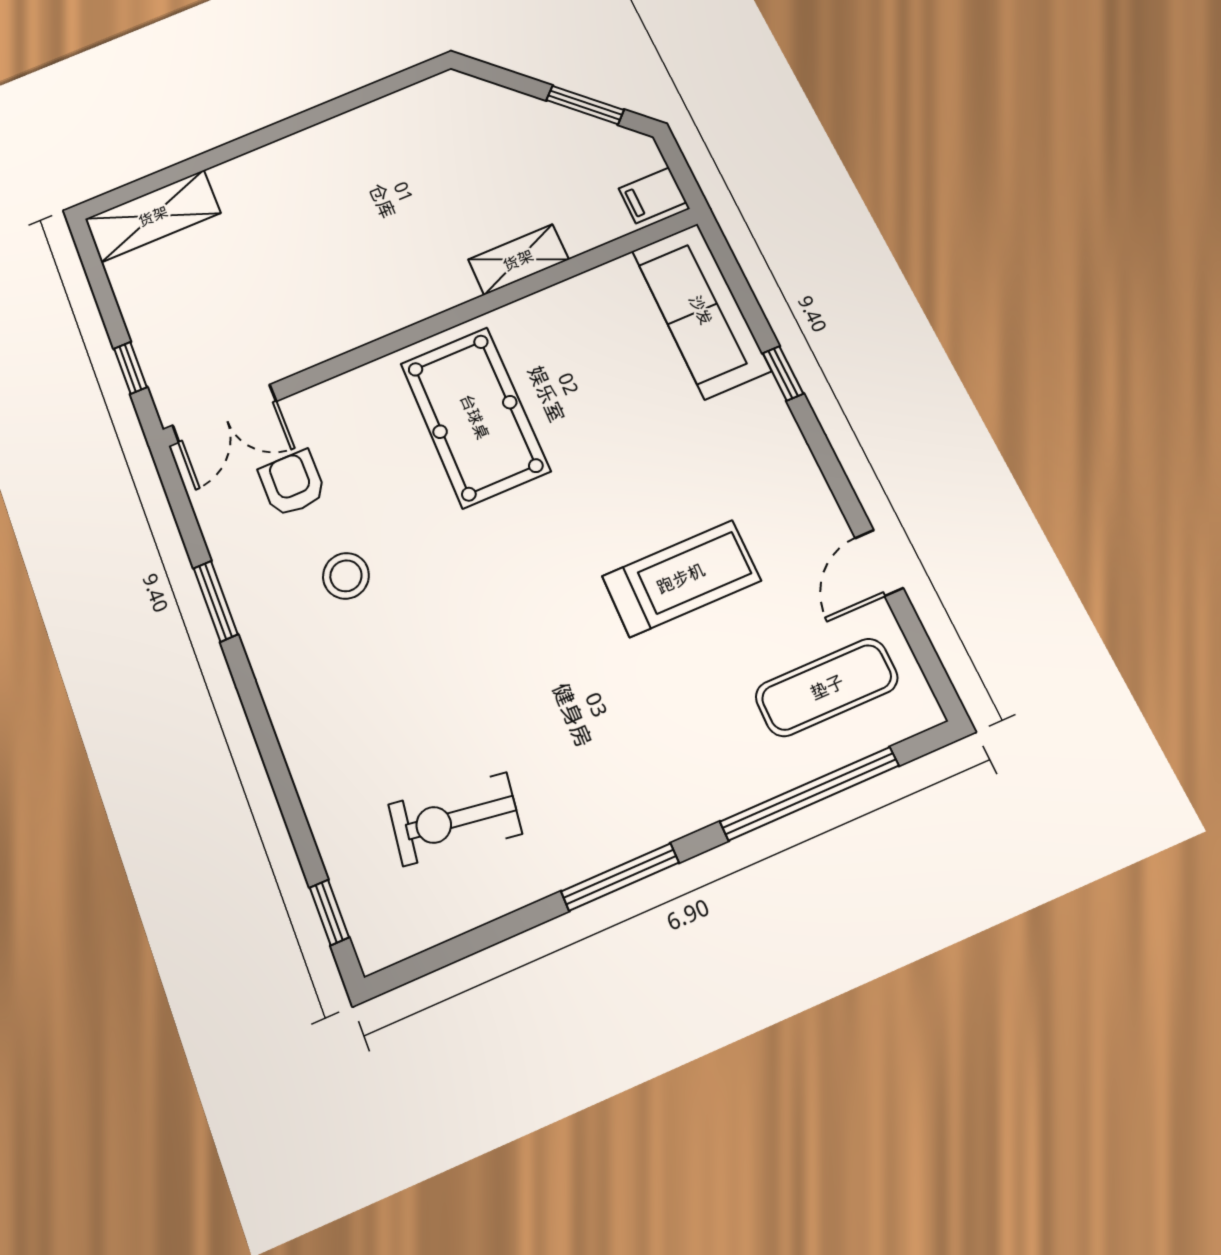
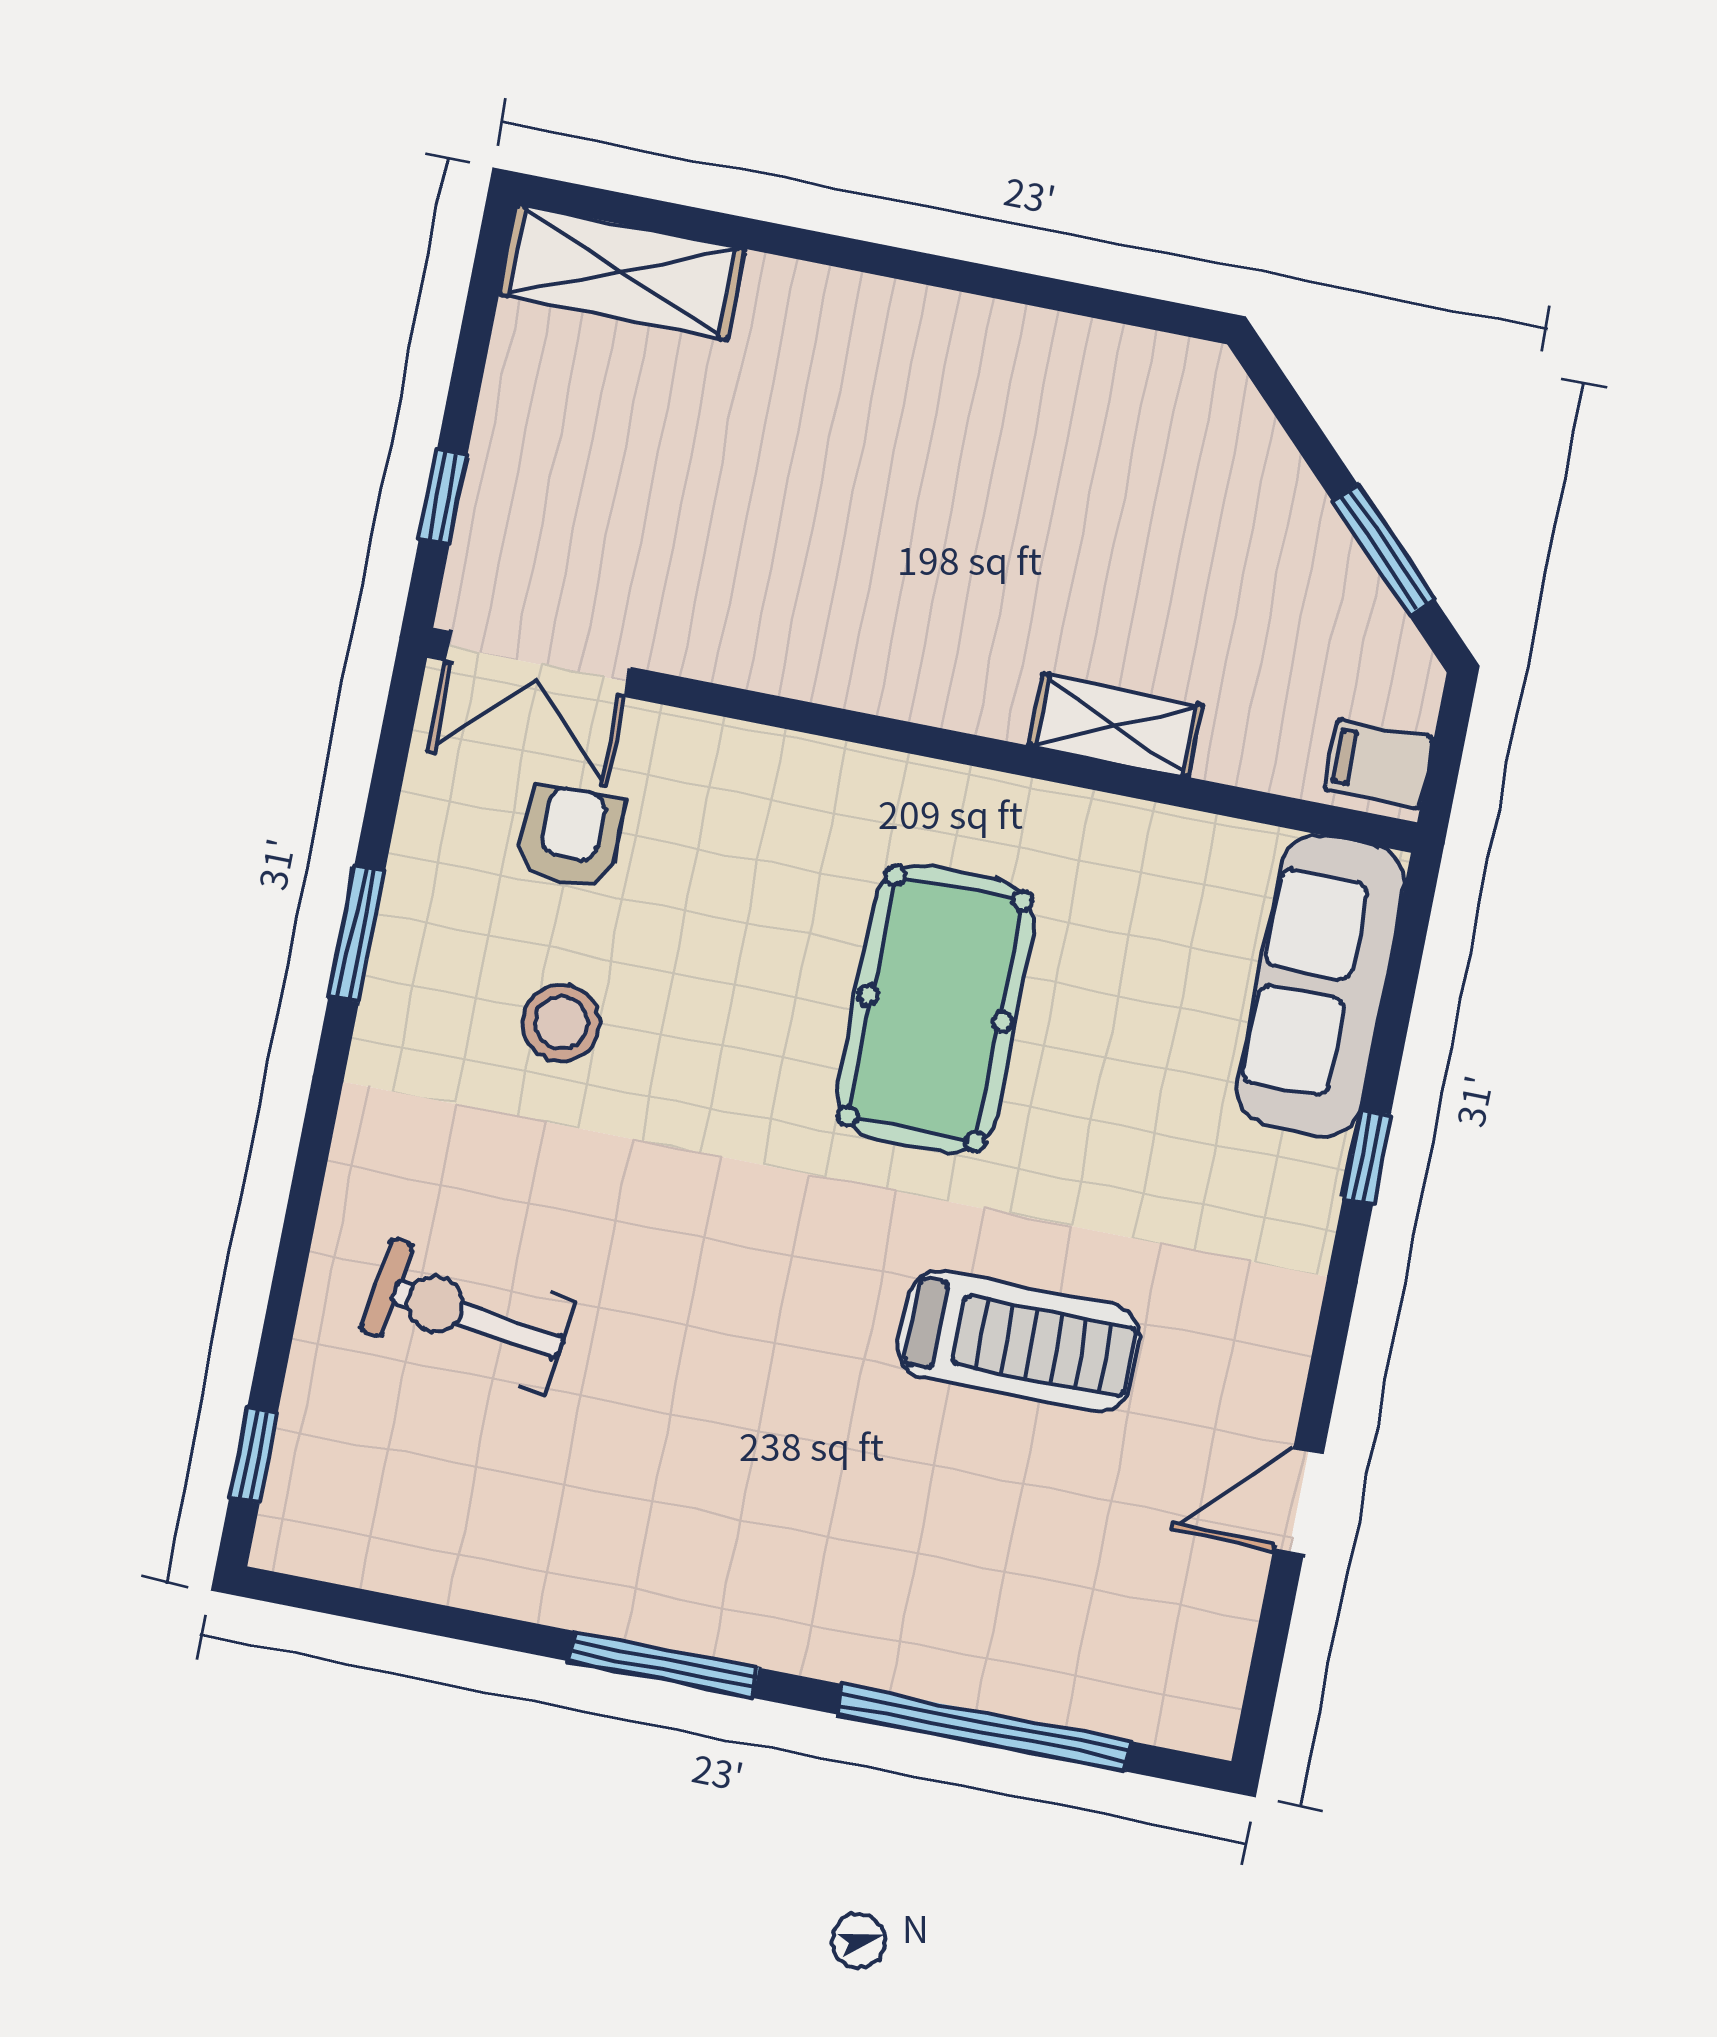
pool table: (475, 417) -> (935, 1008), moved
exercise mat: (827, 687) -> (1106, 1613), removed
exercise bike: (455, 819) -> (468, 1316), moved

